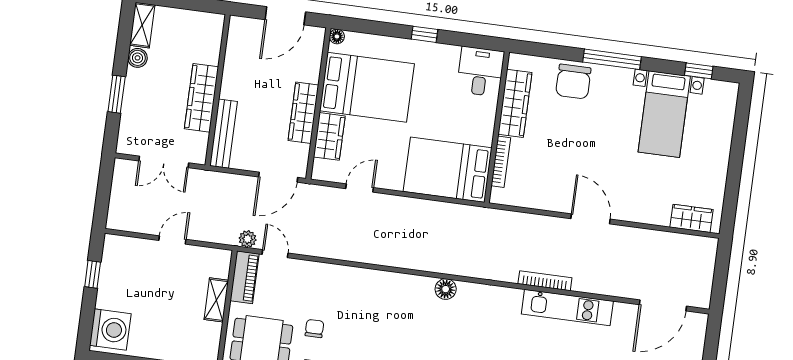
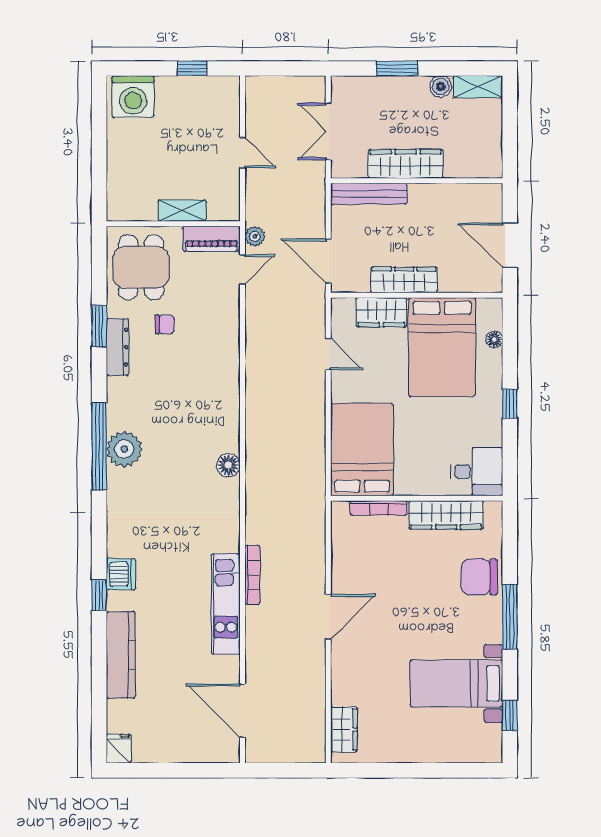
floor lamp: (337, 36) -> (494, 339), moved

